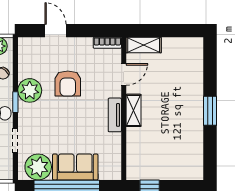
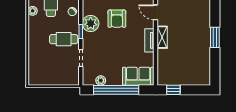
door: (124, 74) -> (155, 12), swing flipped
plant: (38, 167) -> (101, 80), width x0.53, depth x0.53
sofa: (75, 167) -> (138, 76), moved

